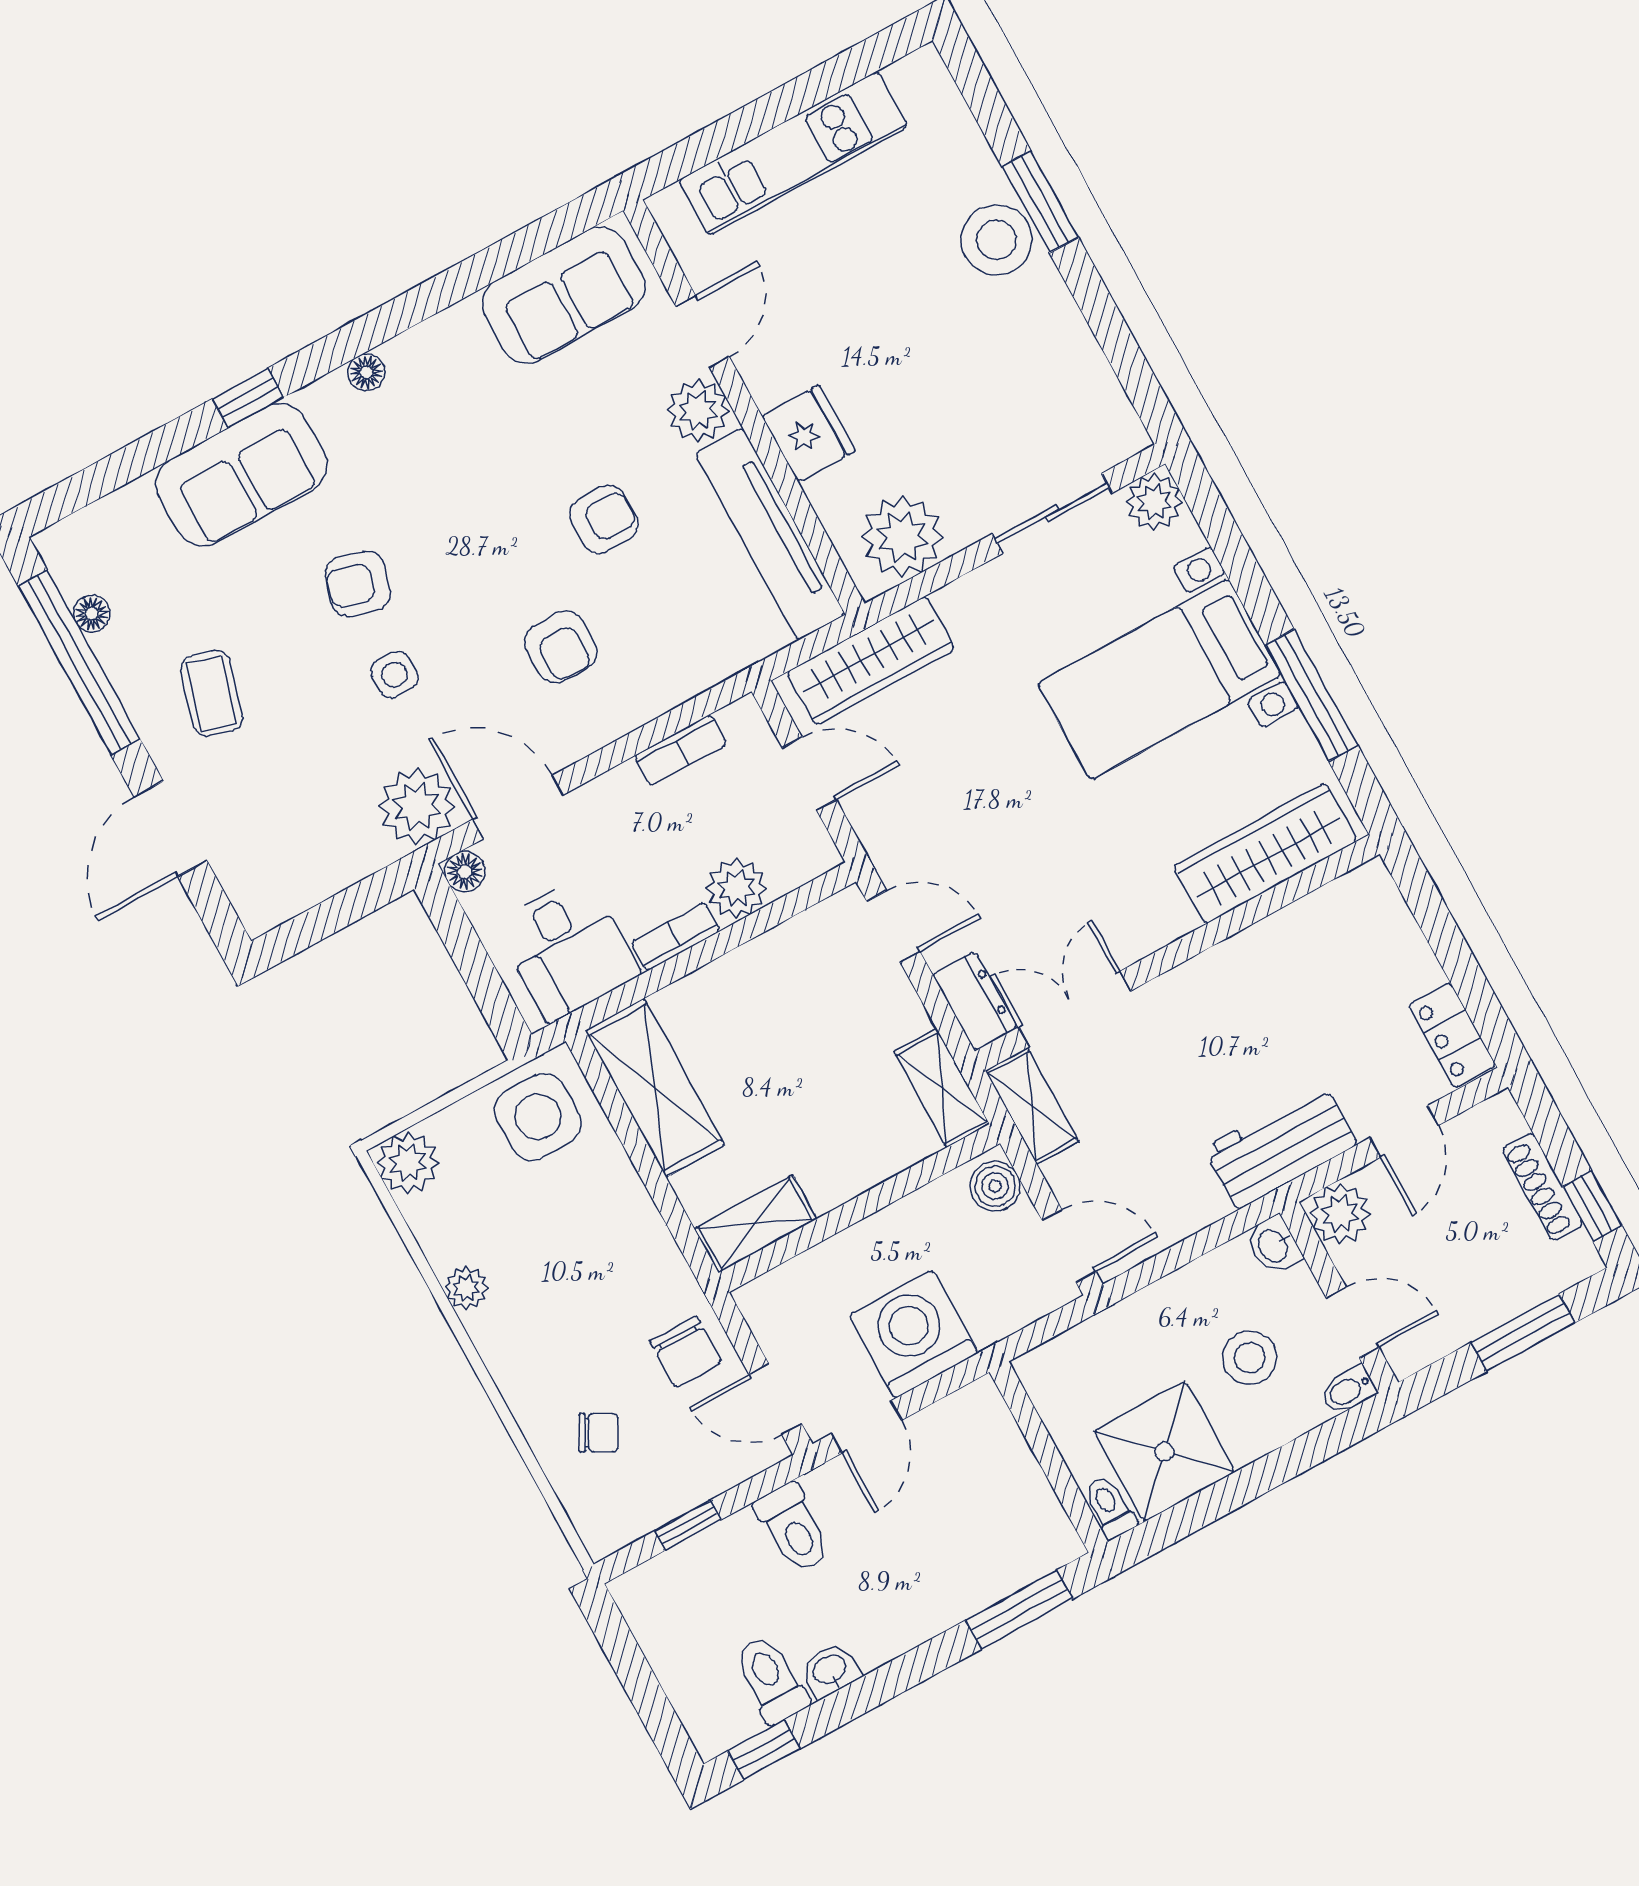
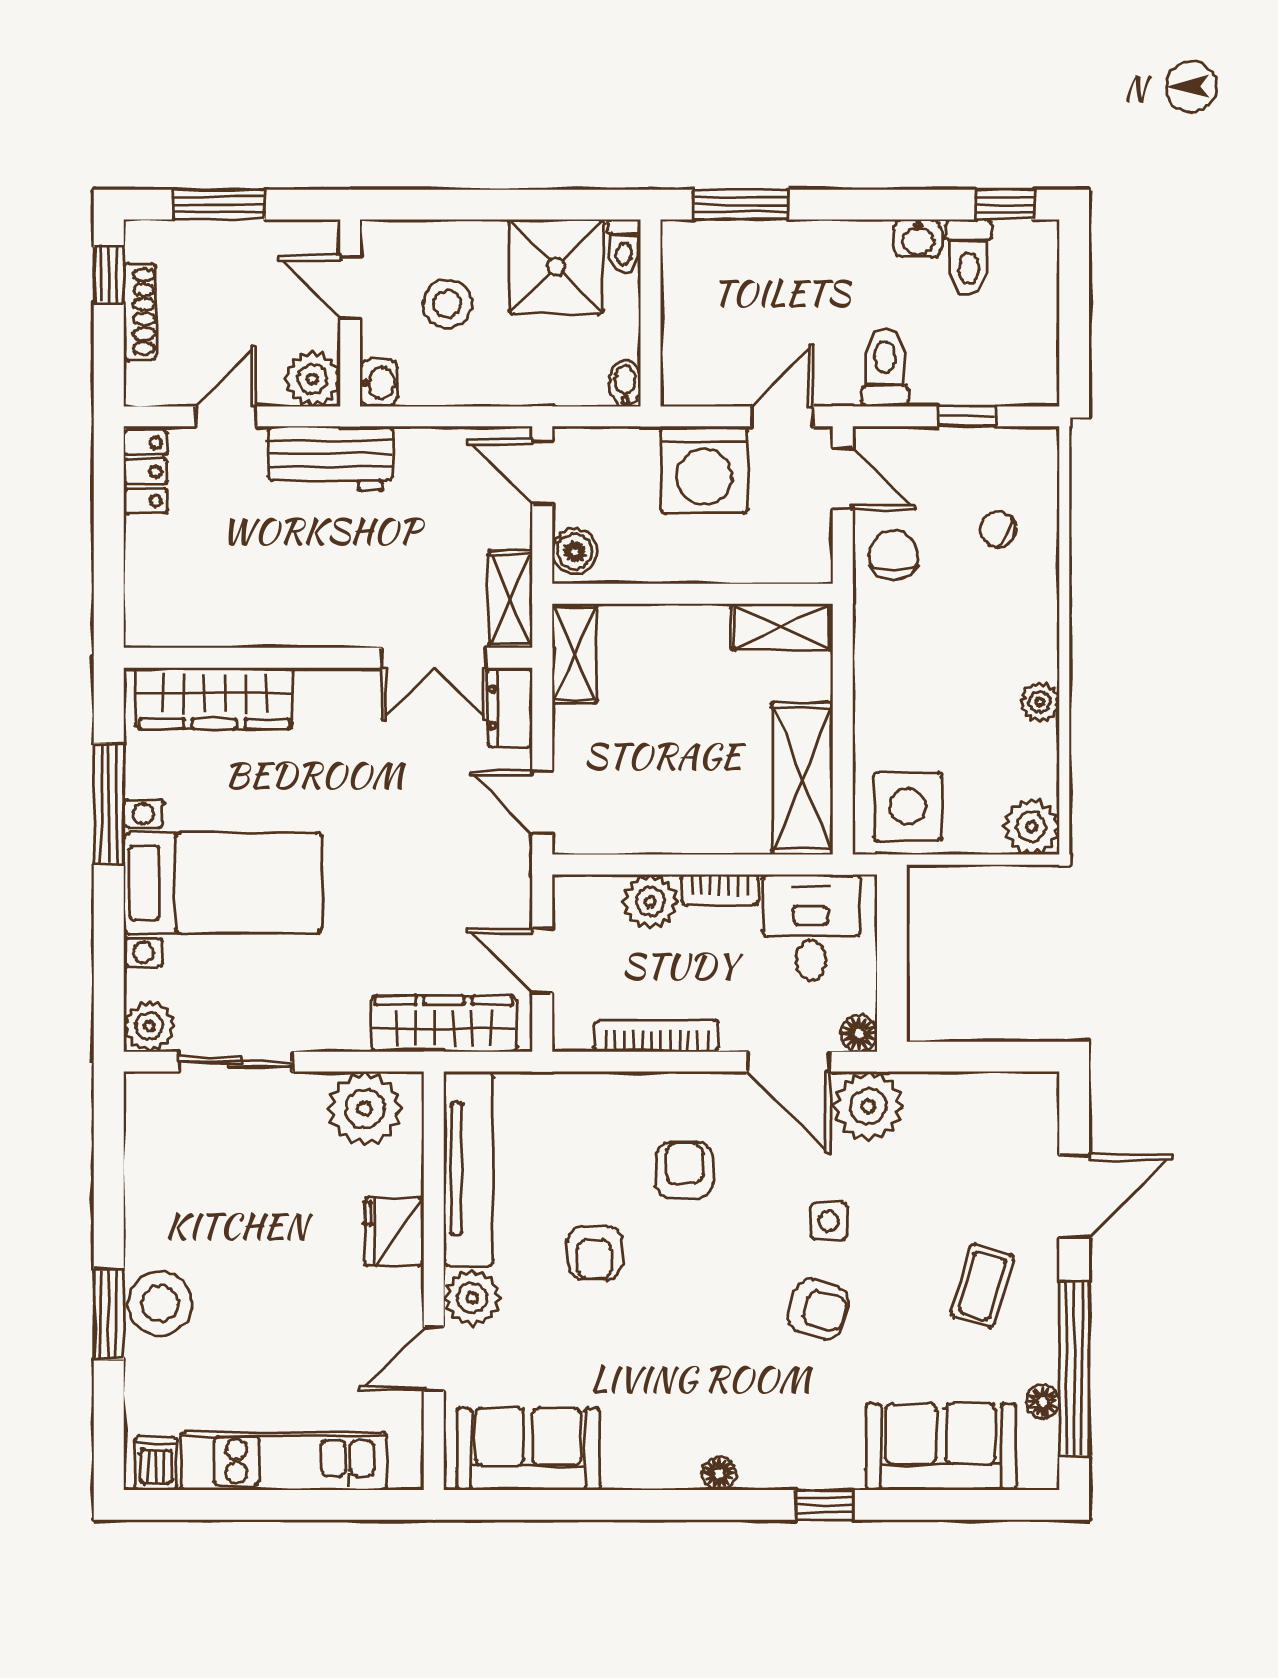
dishwasher: (916, 83) -> (156, 1463), added
sofa: (241, 475) -> (941, 1447), moved
armchair: (604, 520) -> (595, 1253), turned -90
bookcase: (681, 750) -> (656, 1036), width x1.56
bidet: (1348, 1390) -> (625, 383), moved, turned -90

